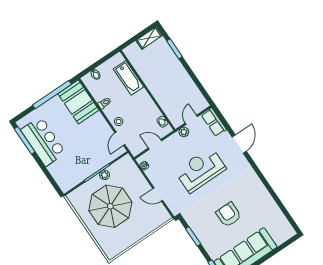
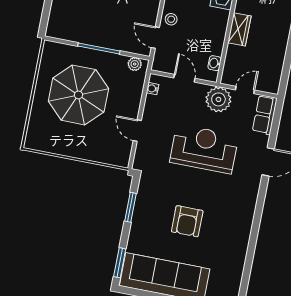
wardrobe: (158, 92) -> (239, 29), added
plant: (184, 132) -> (218, 99), width x1.88, depth x1.88
door: (120, 139) -> (155, 38), hinge flipped
plant: (104, 175) -> (135, 64), moved
armchair: (229, 215) -> (187, 221), turned 180

